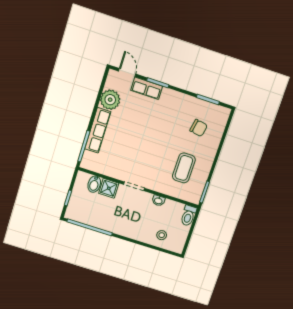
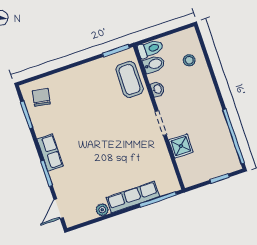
row of seats: (147, 88) -> (50, 152), moved
plant: (110, 100) -> (102, 210), width x0.53, depth x0.53
chair: (199, 128) -> (41, 97), moved
coffee table: (184, 168) -> (129, 79), moved, turned 90
bidet: (94, 184) -> (154, 64), moved

